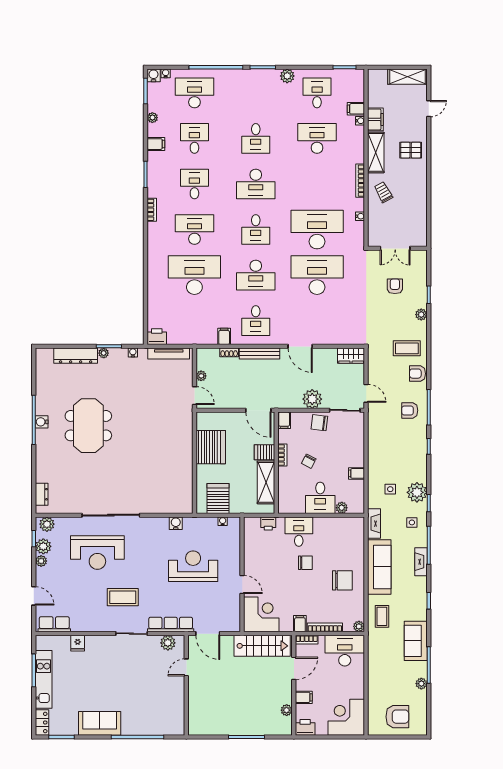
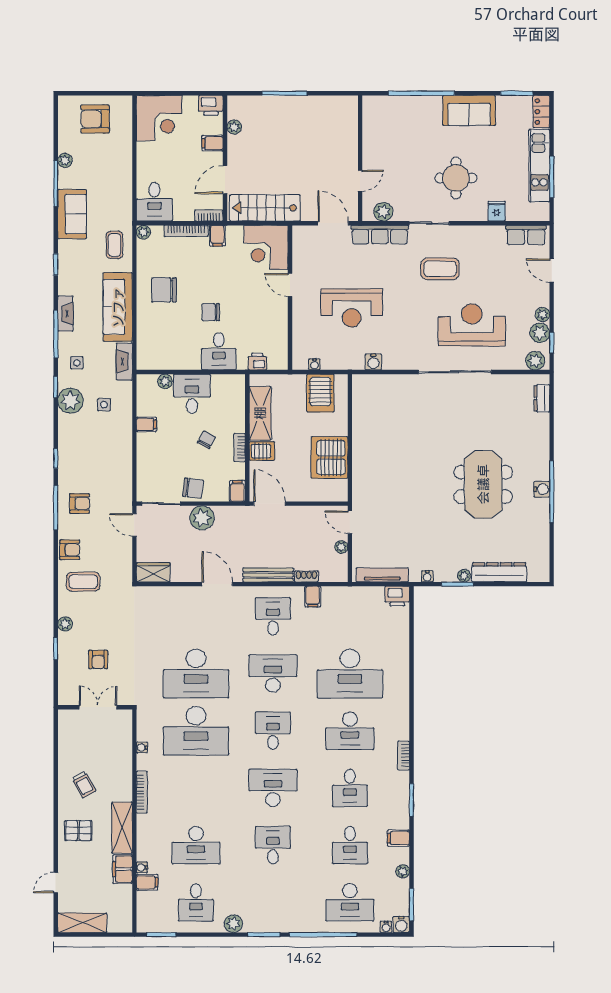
trolley: (383, 192) -> (84, 785), moved
desk: (345, 651) -> (154, 202), width x0.73
round table: (110, 670) -> (456, 178), added

